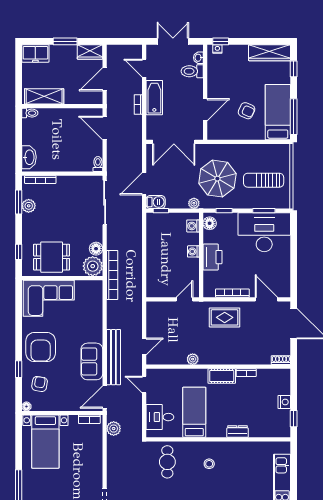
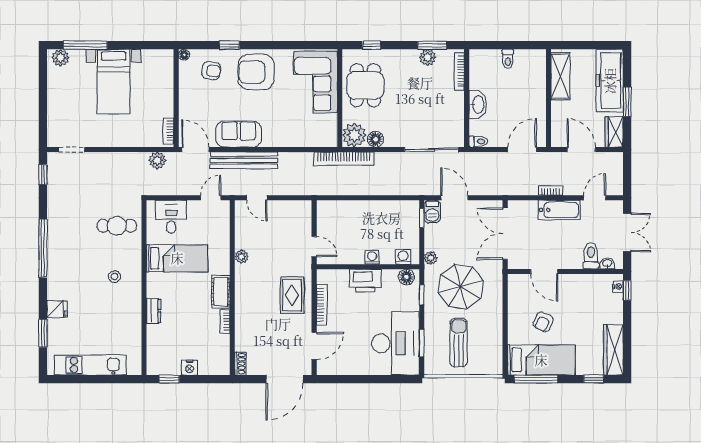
freezer: (35, 53) -> (610, 81), width x1.91, depth x1.26
toilet: (30, 113) -> (508, 59), moved
washbasin: (29, 157) -> (478, 104), moved, turned -90
bed with nightstands: (45, 442) -> (114, 82), moved, turned -90

